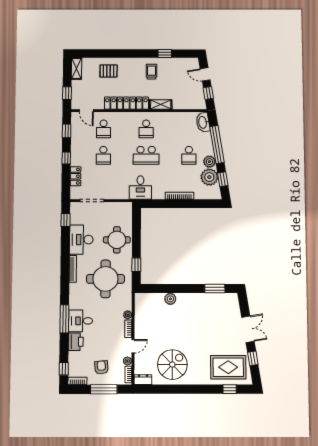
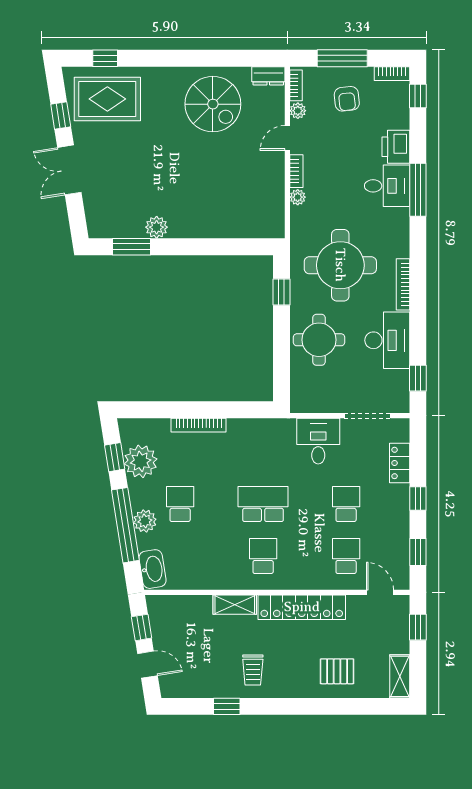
plant: (209, 162) -> (145, 521), moved
desk: (140, 187) -> (318, 441), moved
plant: (170, 299) -> (157, 227), moved
spiral stairs: (172, 365) -> (213, 104), turned -90

